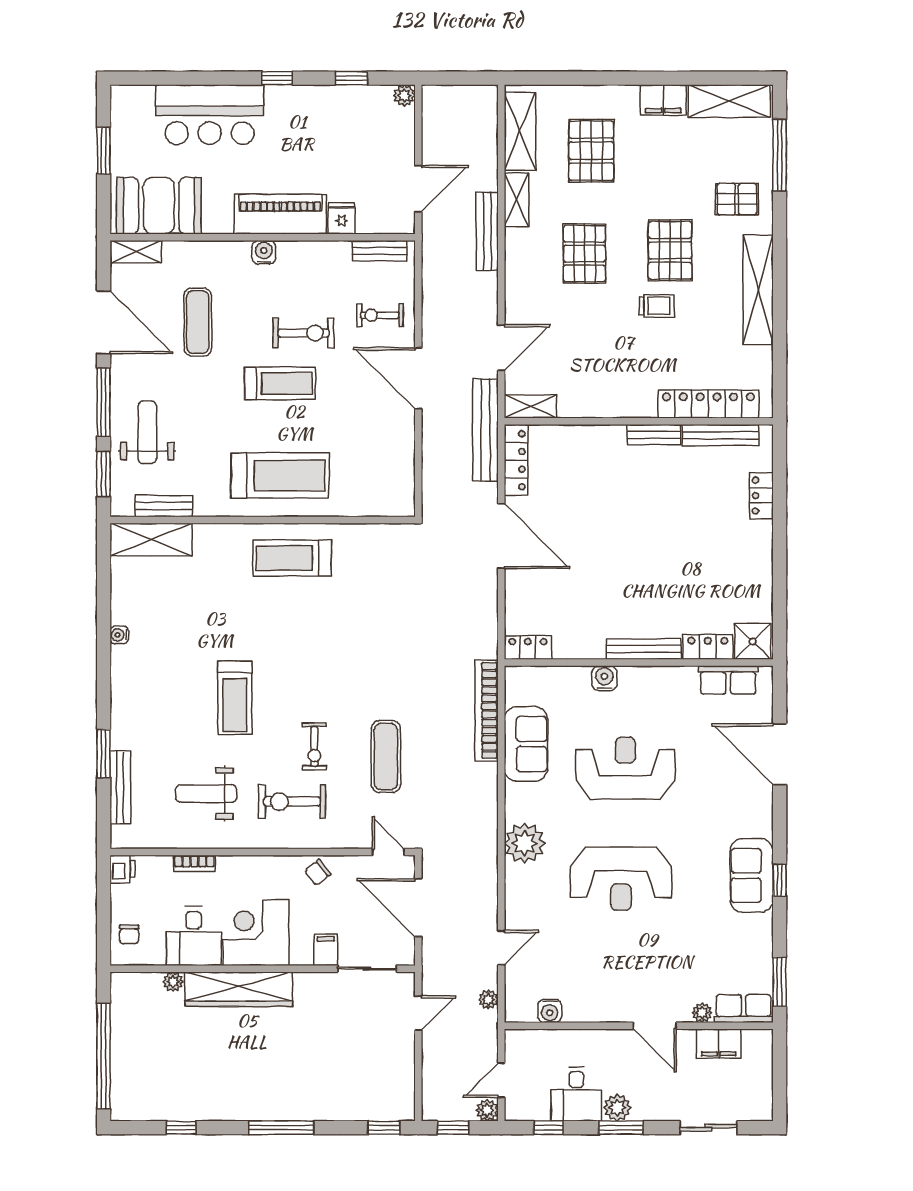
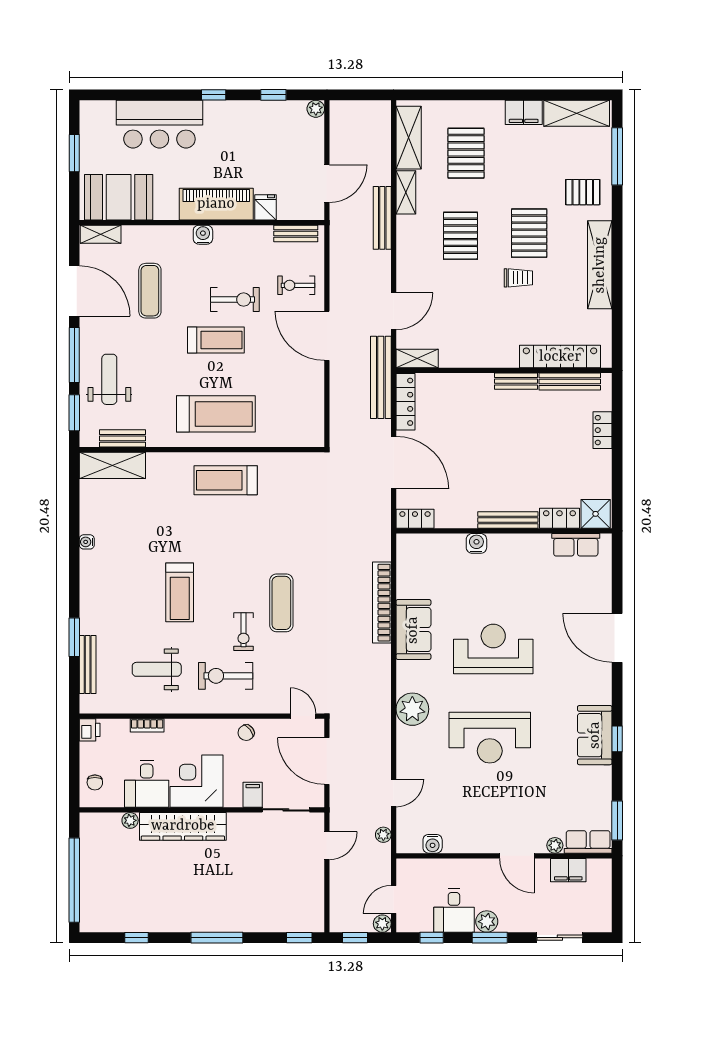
shower: (753, 641) -> (596, 514), moved
locker: (708, 647) -> (559, 518), moved
locker: (528, 648) -> (415, 519), moved
bench: (644, 649) -> (508, 520), moved
wall: (639, 663) -> (504, 531), moved
water cooler: (604, 678) -> (476, 543), moved
row of seats: (728, 680) -> (576, 545), moved
exercise mat: (386, 757) -> (281, 603), moved

